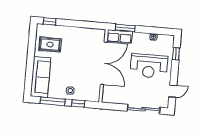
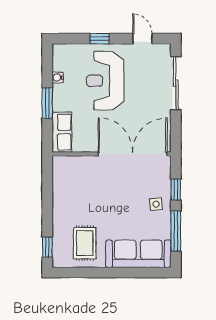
window: (125, 28) -> (47, 103), moved
window: (176, 54) -> (100, 39), moved
double door: (104, 63) -> (133, 154), moved
reception desk: (149, 66) -> (105, 81), turned 180

